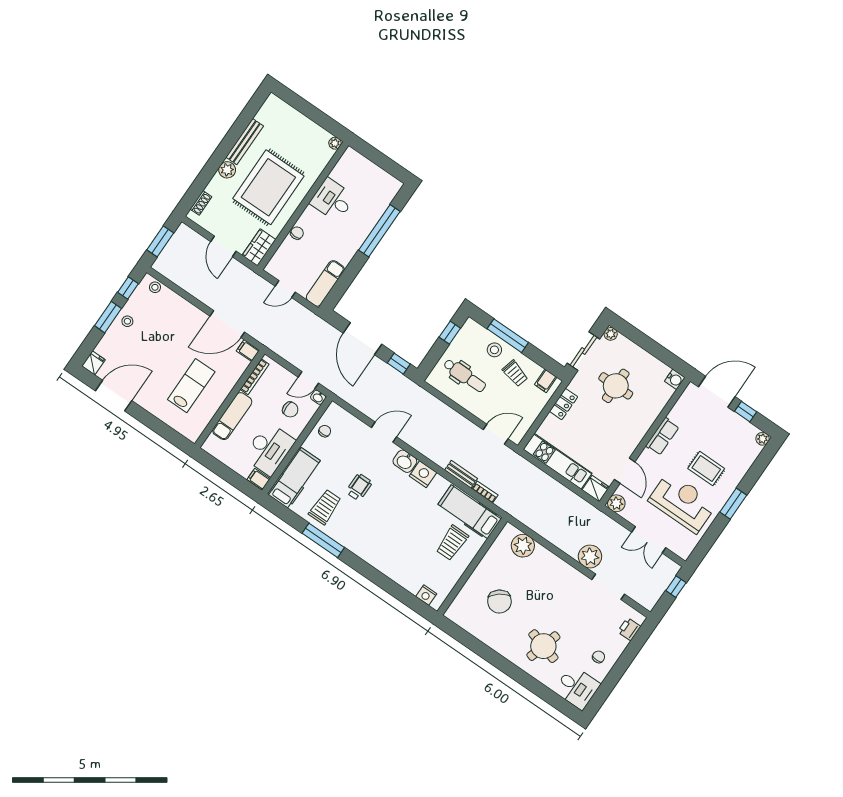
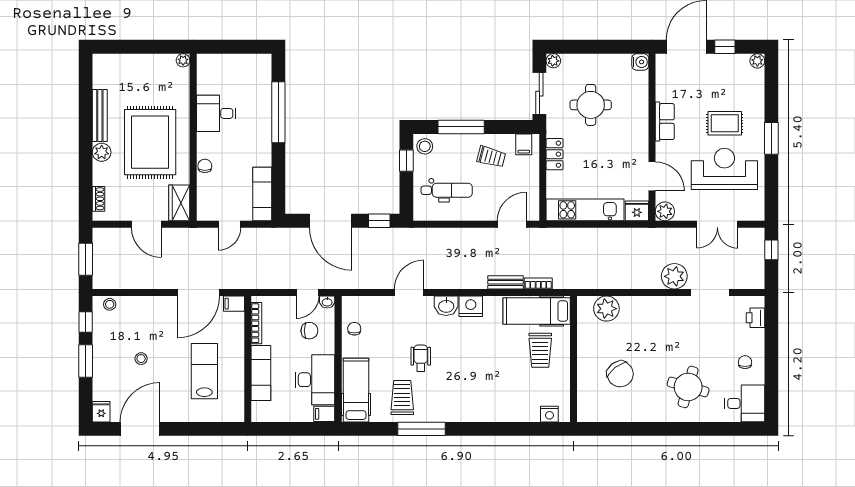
stool: (127, 321) -> (141, 359), moved
stool: (494, 350) -> (425, 146), moved

